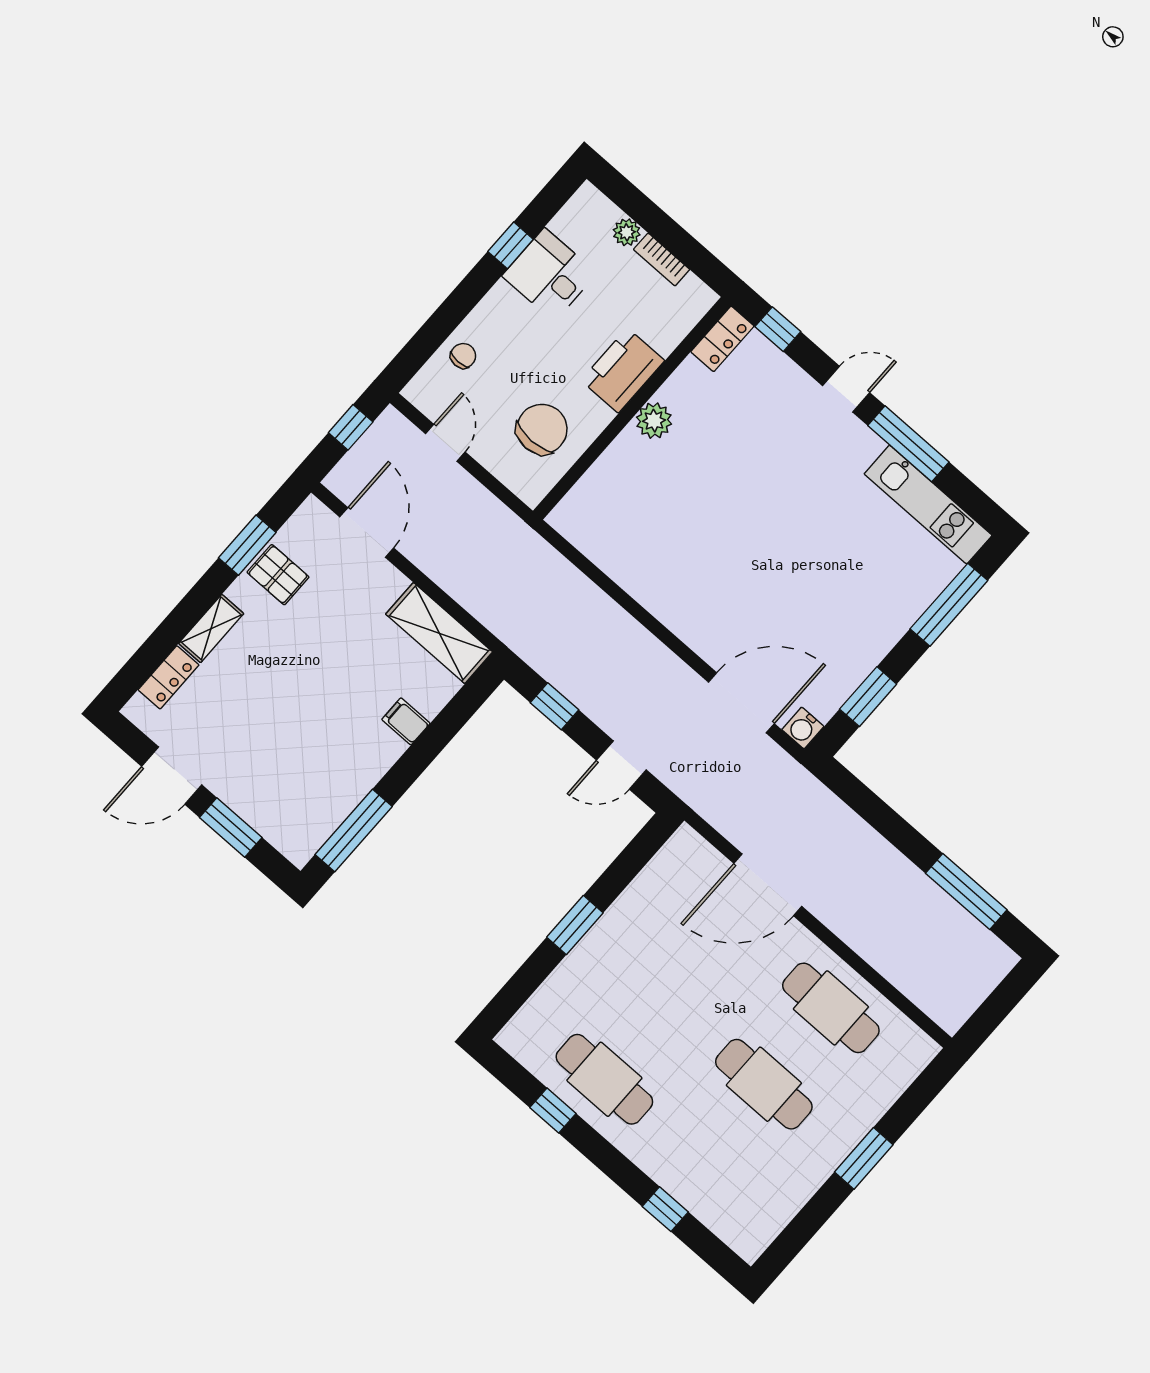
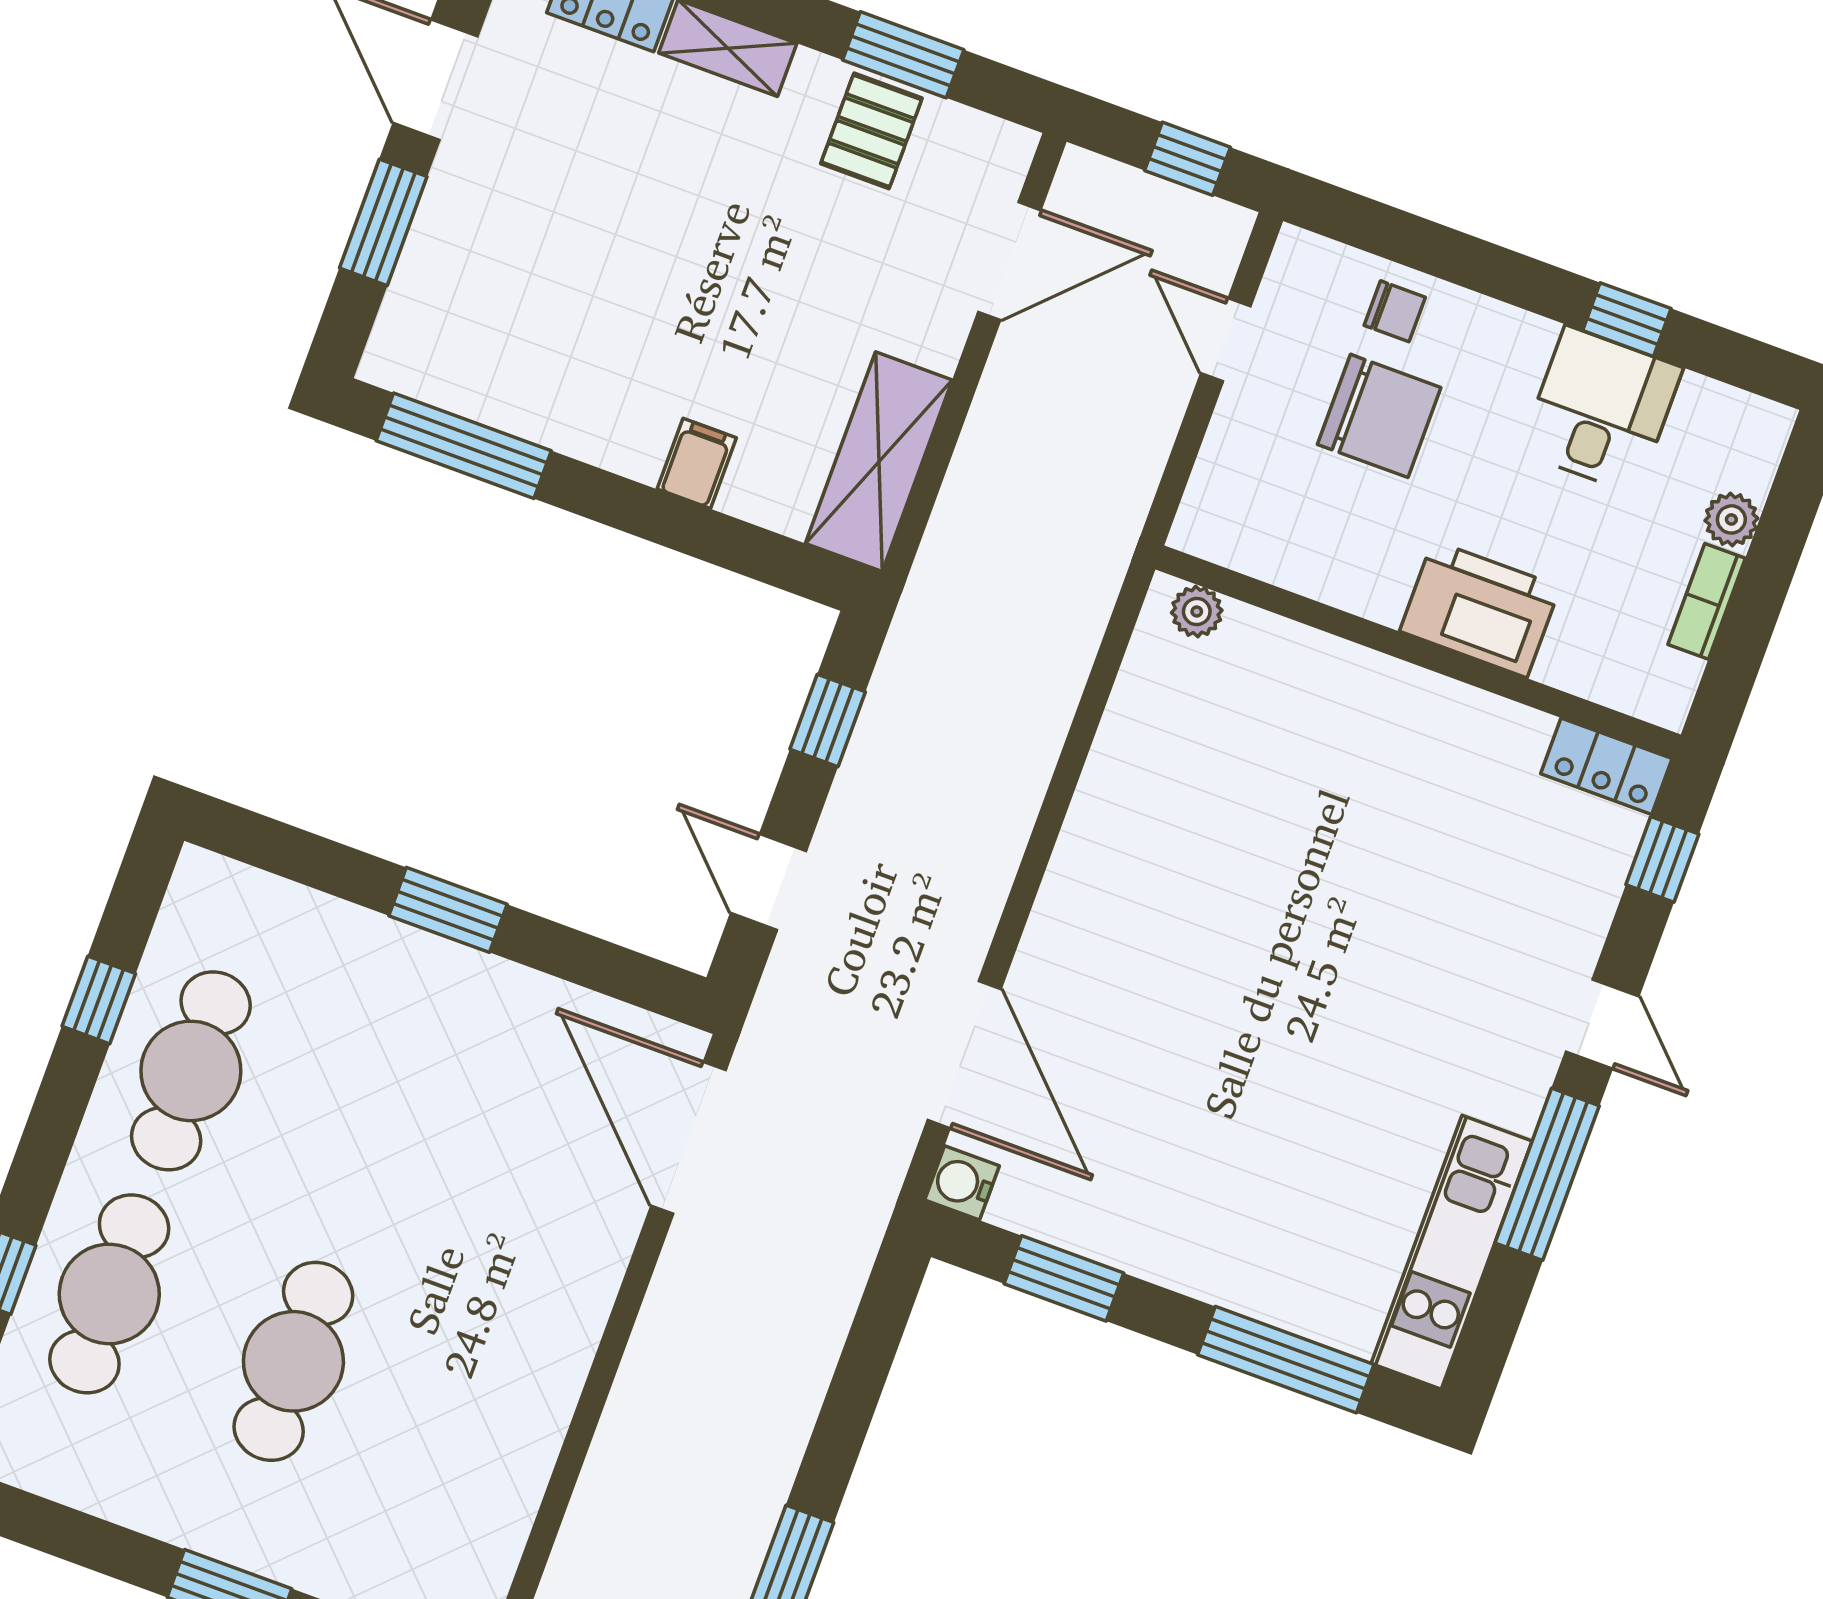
plant: (654, 421) -> (1197, 612), moved, width x0.73, depth x0.73
chair: (542, 429) -> (1379, 416), moved
door: (445, 443) -> (1226, 340), swing flipped
door: (768, 885) -> (689, 1138), moved
cafe table: (831, 1008) -> (109, 1294), moved

